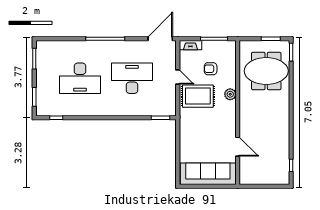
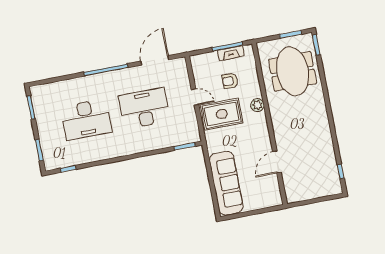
door: (160, 39) -> (155, 60), moved
fireplace: (190, 45) -> (231, 53), moved
meeting table: (266, 71) -> (293, 71), turned 90
door: (238, 147) -> (277, 162), swing flipped
sofa: (208, 174) -> (226, 183), moved, turned 90

